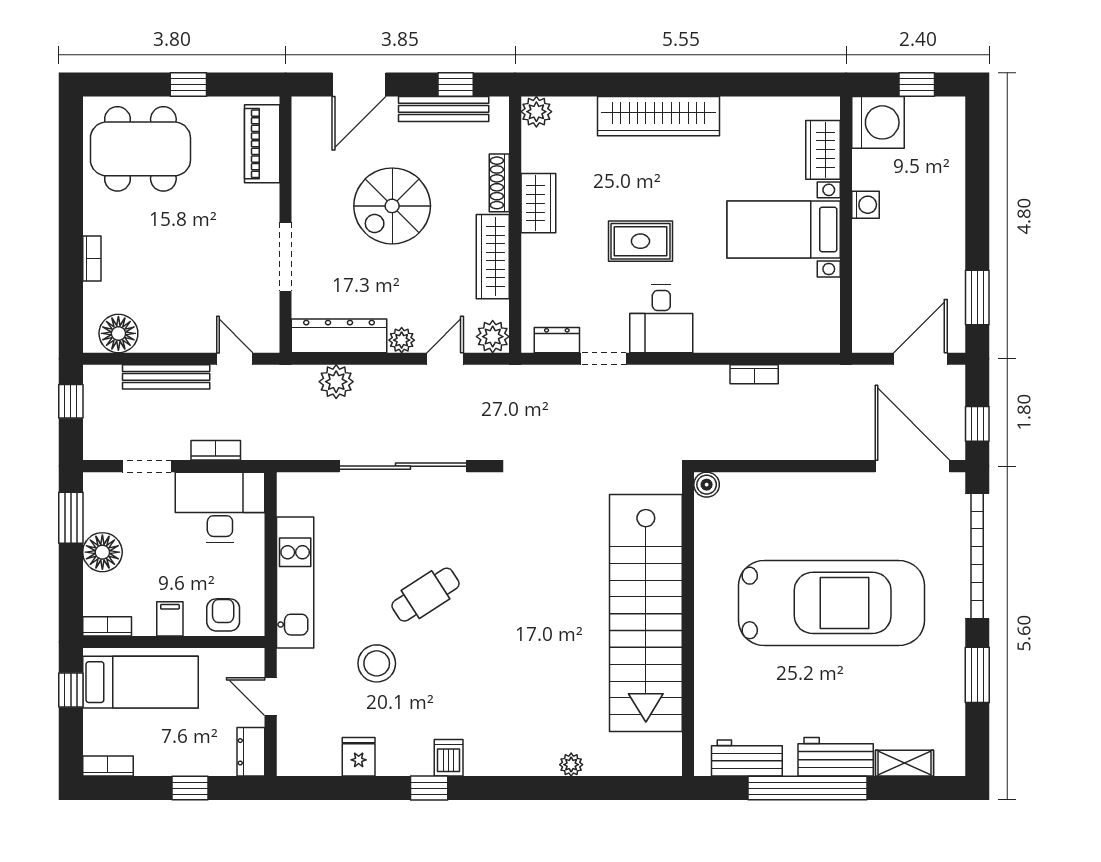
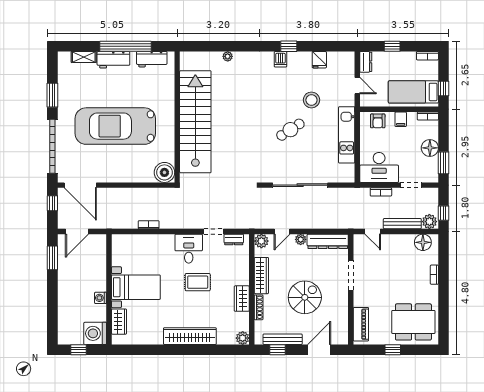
plant: (336, 382) -> (429, 222), moved
boiler: (707, 485) -> (164, 172), width x1.86, depth x1.86

